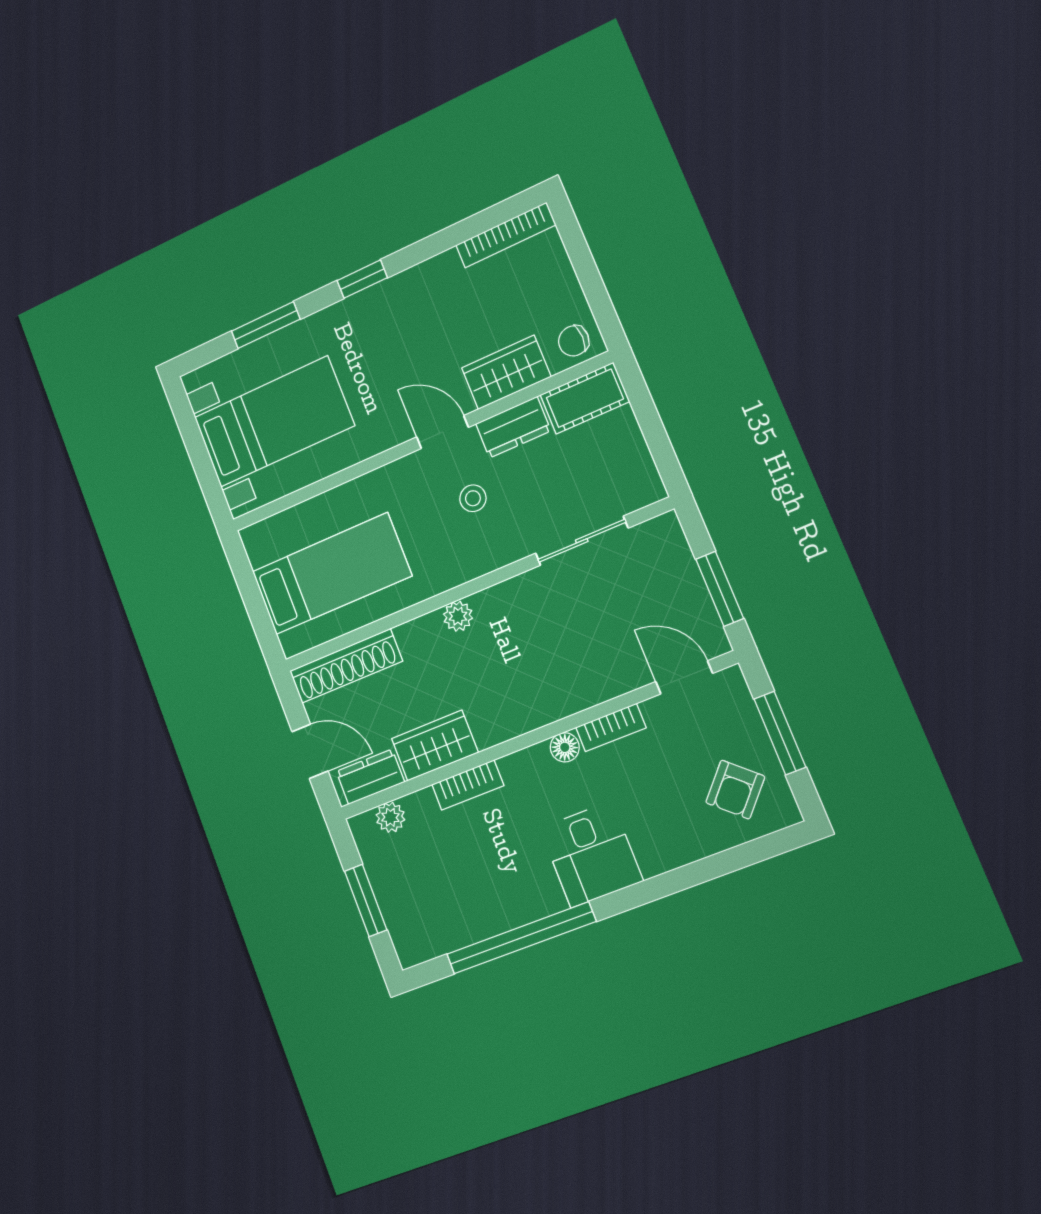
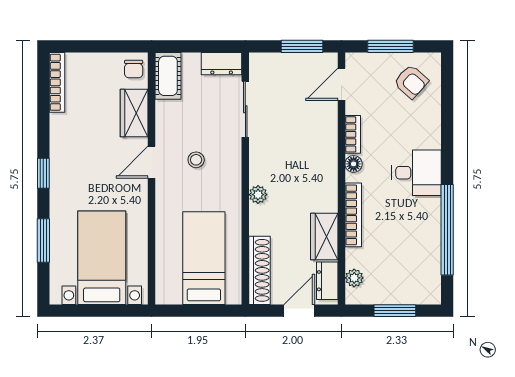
dresser: (513, 427) -> (222, 64), moved, turned 90
bookcase: (468, 785) -> (353, 215), width x1.56

